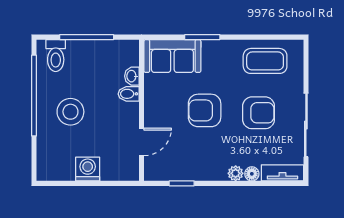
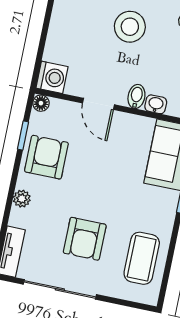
armchair: (205, 110) -> (46, 157), moved
door: (142, 142) -> (98, 104), moved
washing machine: (88, 169) -> (52, 77), moved
floor lamp: (252, 174) -> (41, 103), moved

